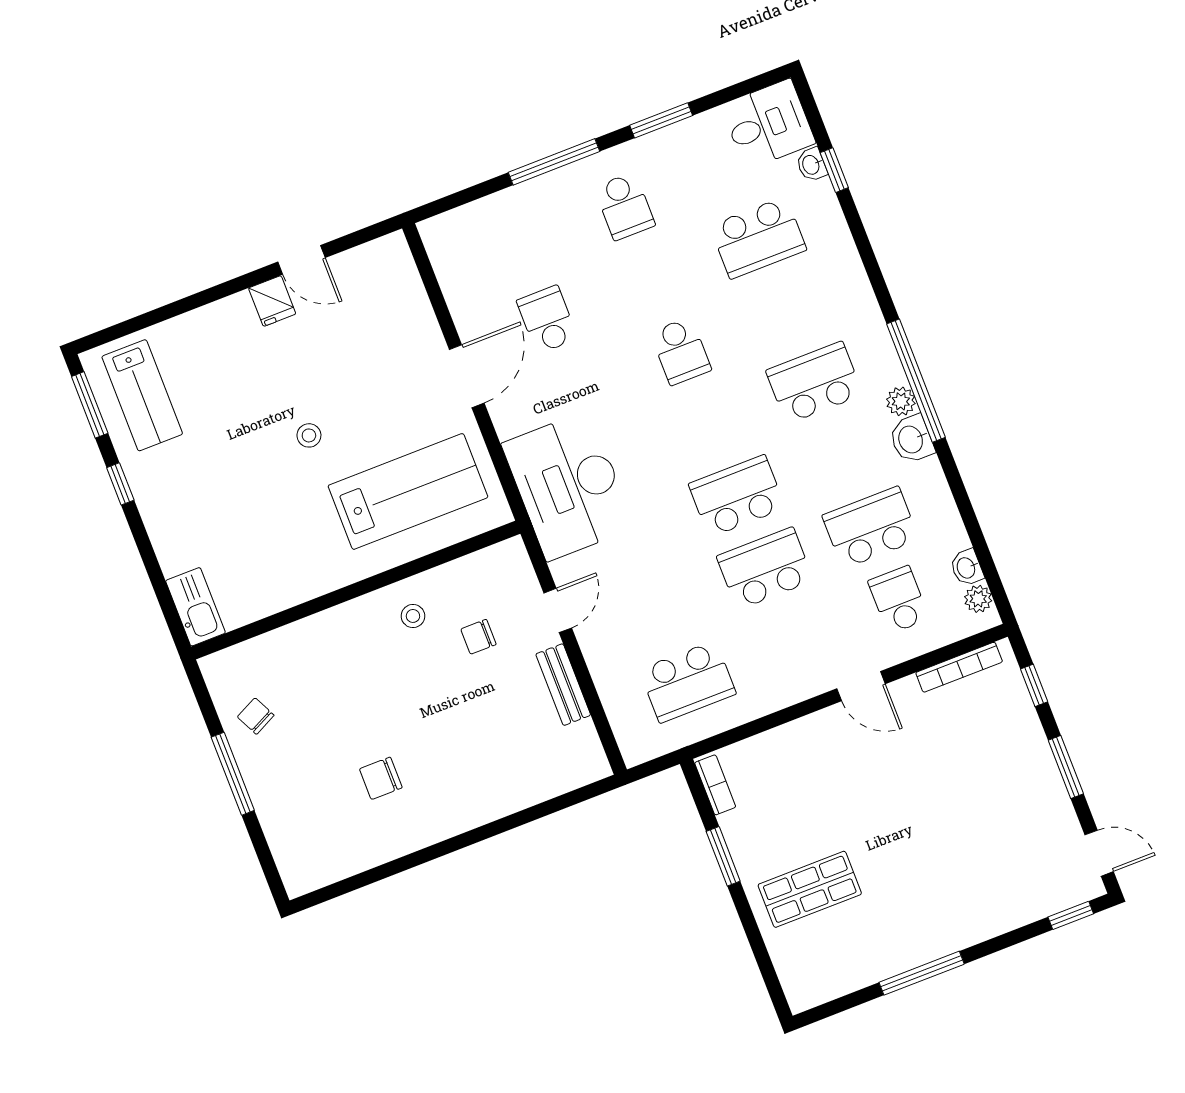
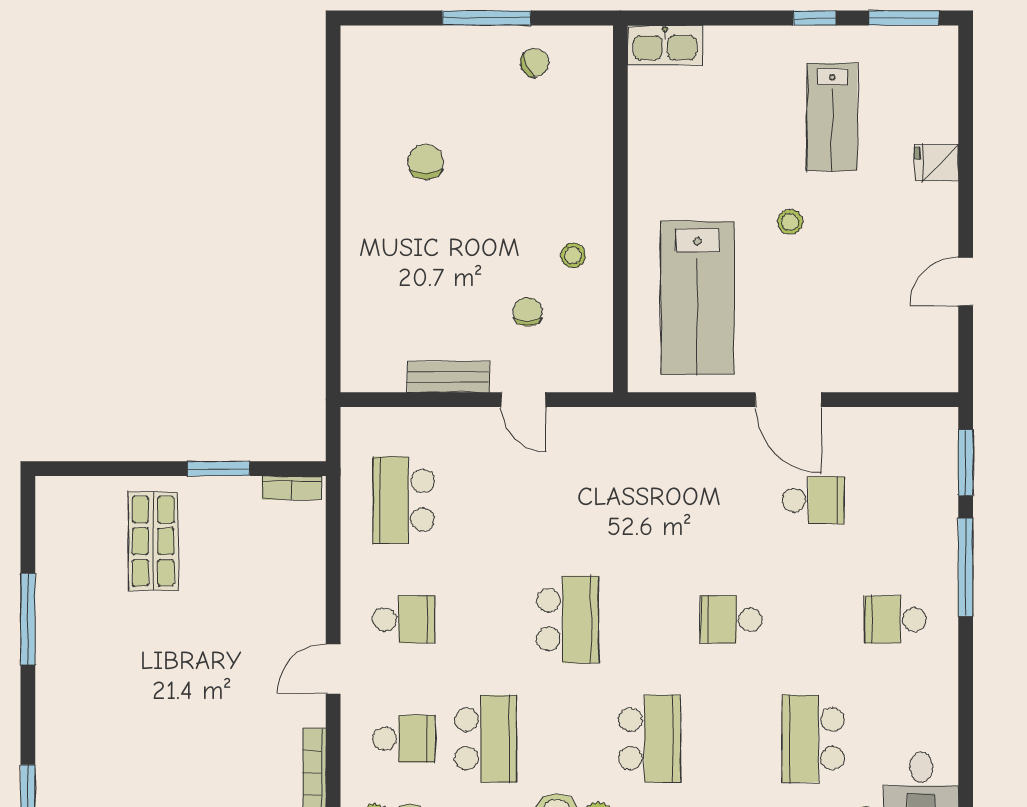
window: (661, 120) -> (966, 463), moved
fridge: (272, 301) -> (936, 163), moved
lab bench: (142, 395) -> (832, 117), moved, turned -90
desk: (568, 486) -> (642, 457), removed
school desk: (765, 568) -> (404, 620), moved, width x0.54

